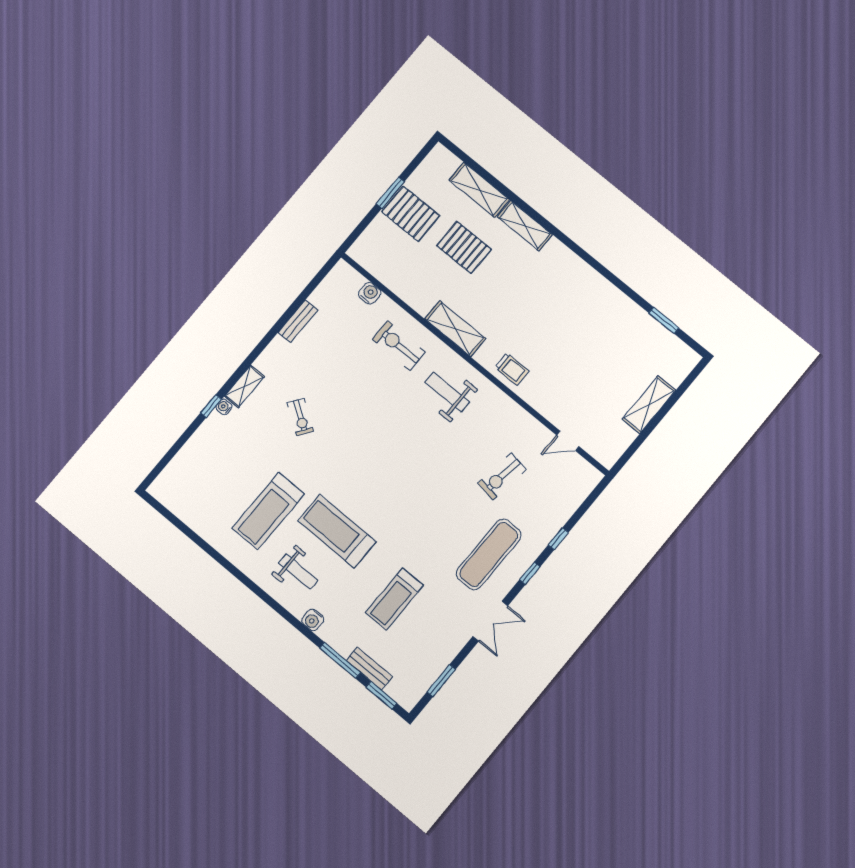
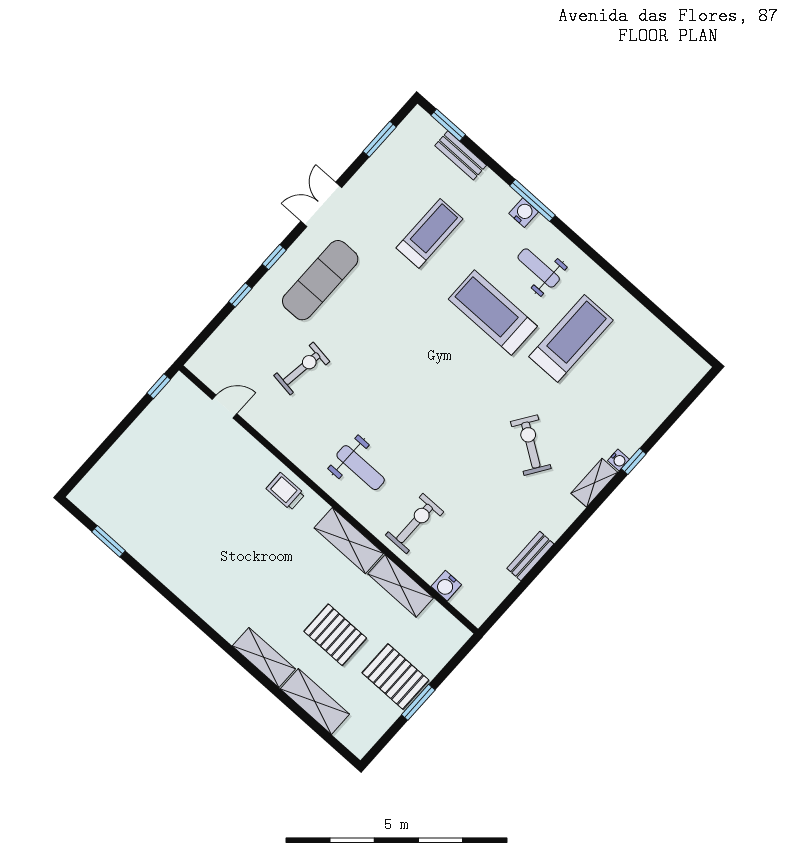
exercise bike: (399, 346) -> (415, 523), turned -90
shelving: (649, 405) -> (401, 586), moved, turned 90
exercise bike: (300, 417) -> (531, 445), width x1.38, depth x1.39
window: (626, 456) -> (159, 386), added
treadmill: (337, 531) -> (493, 313), turned 180
window: (340, 660) -> (532, 200), moved

